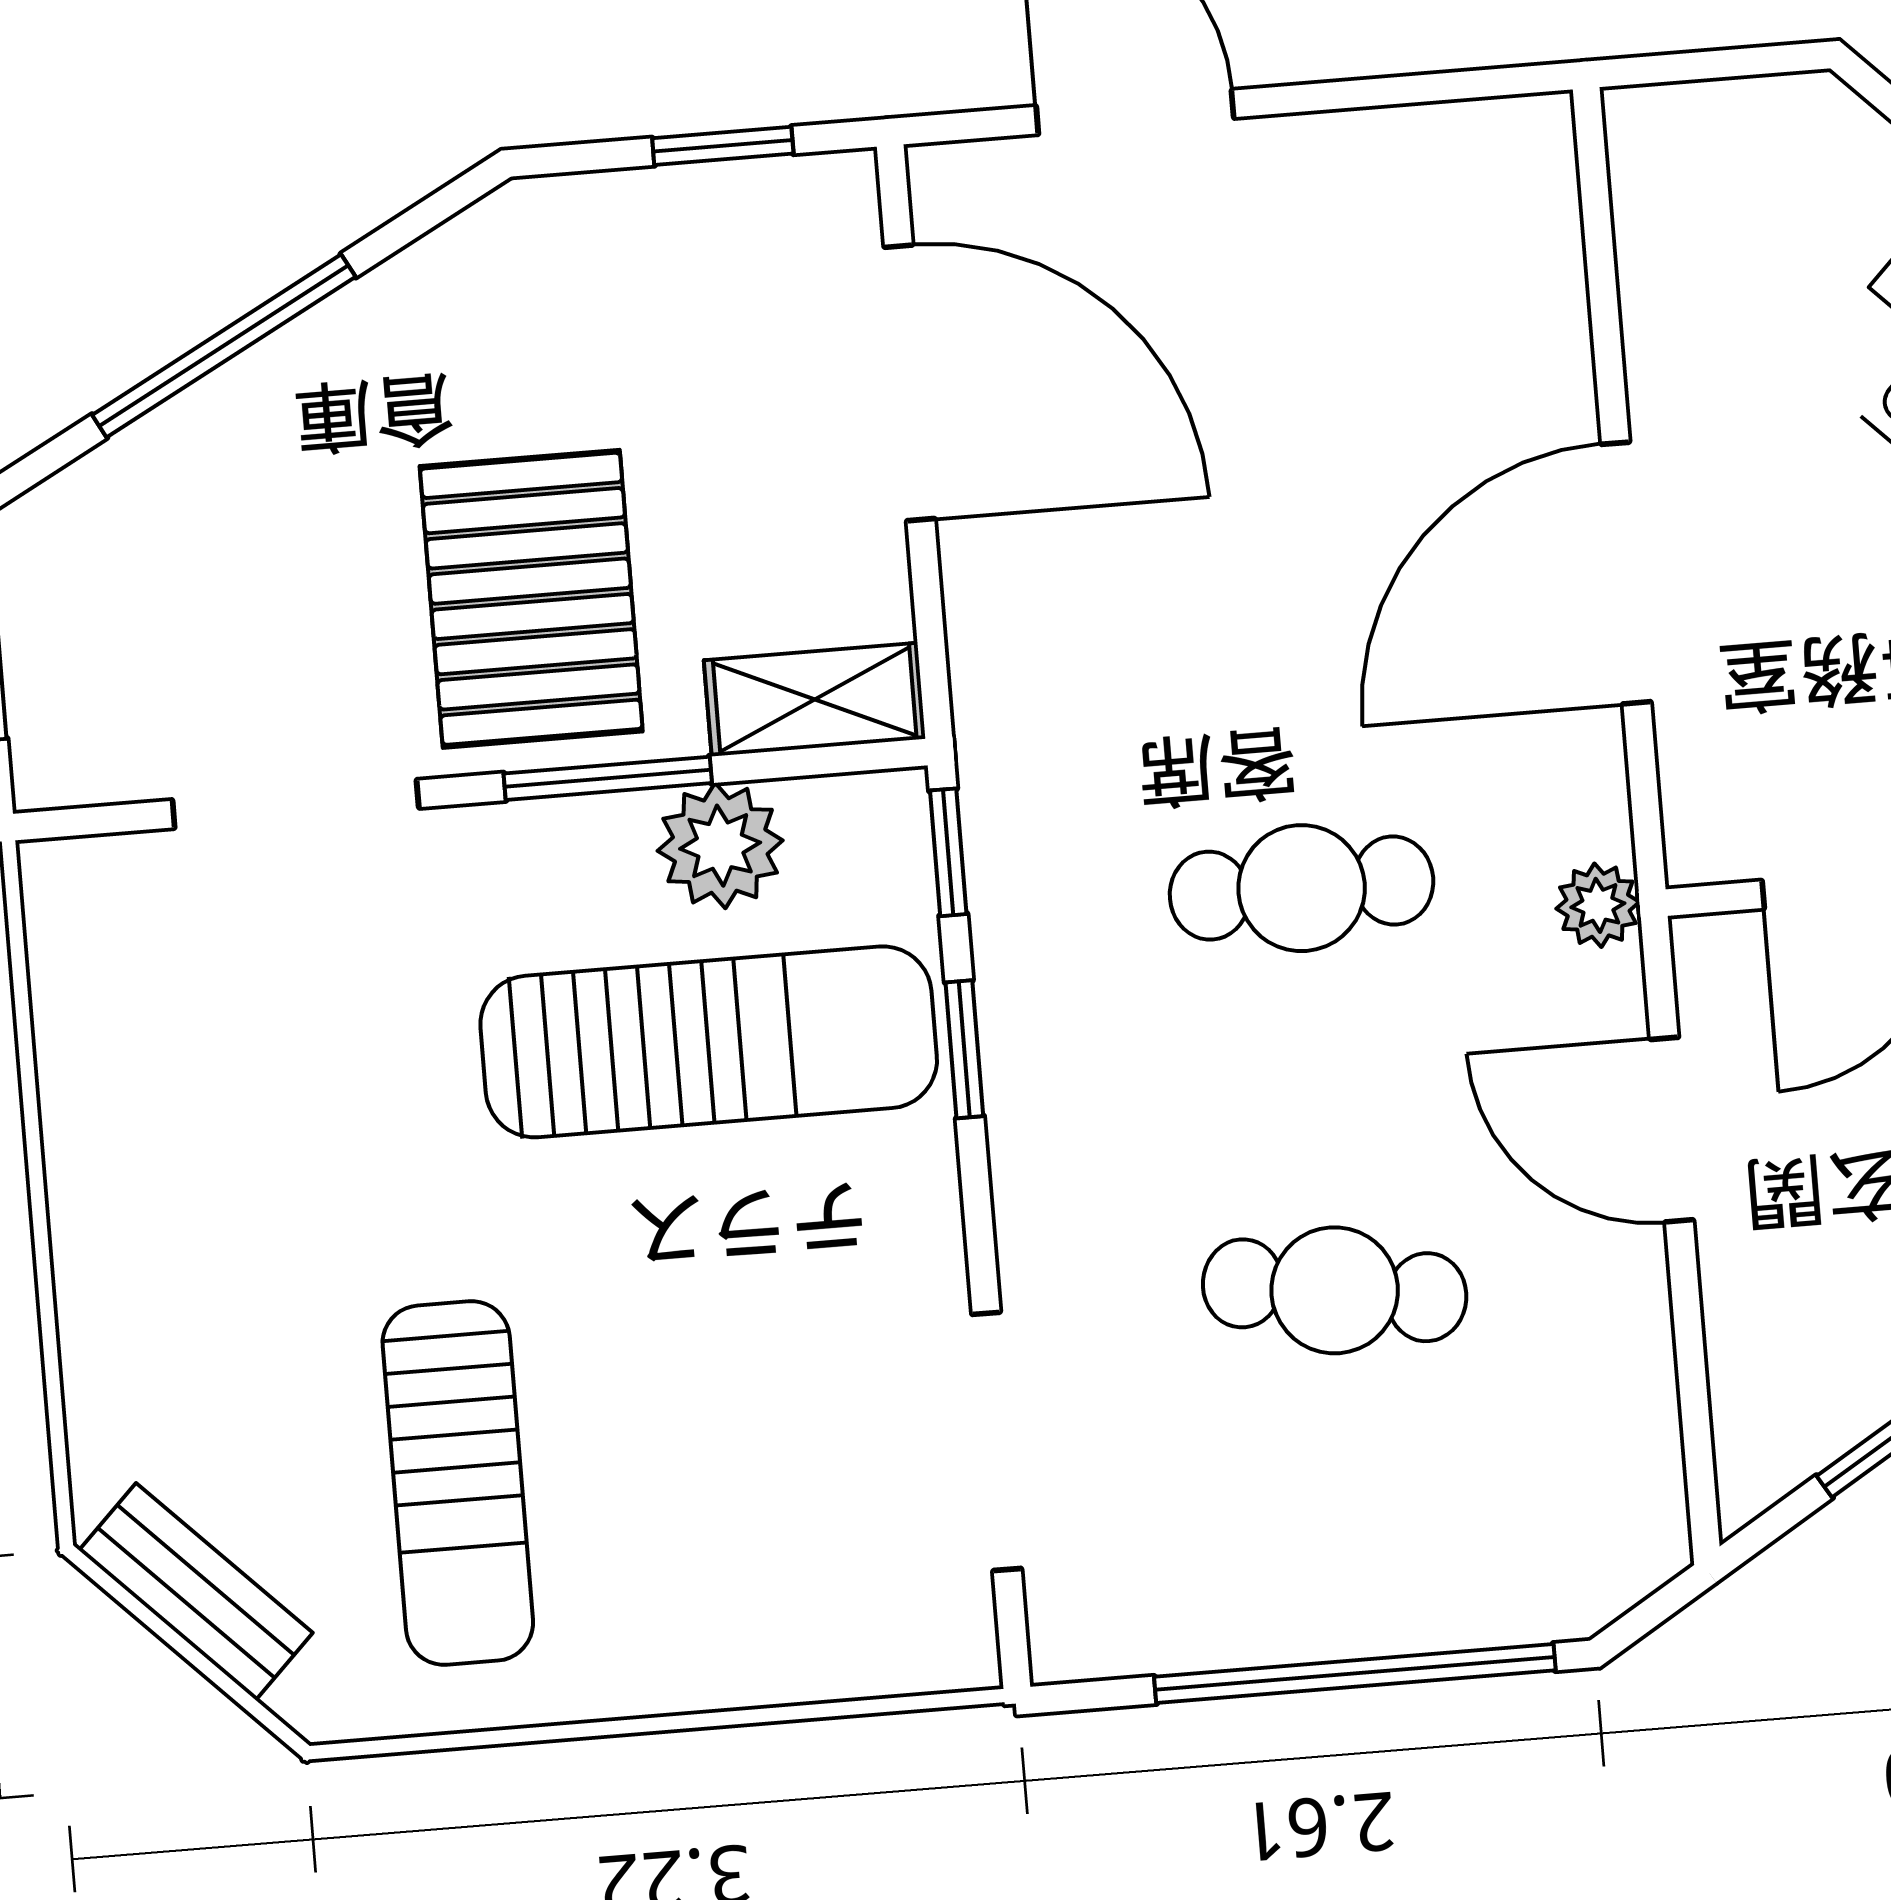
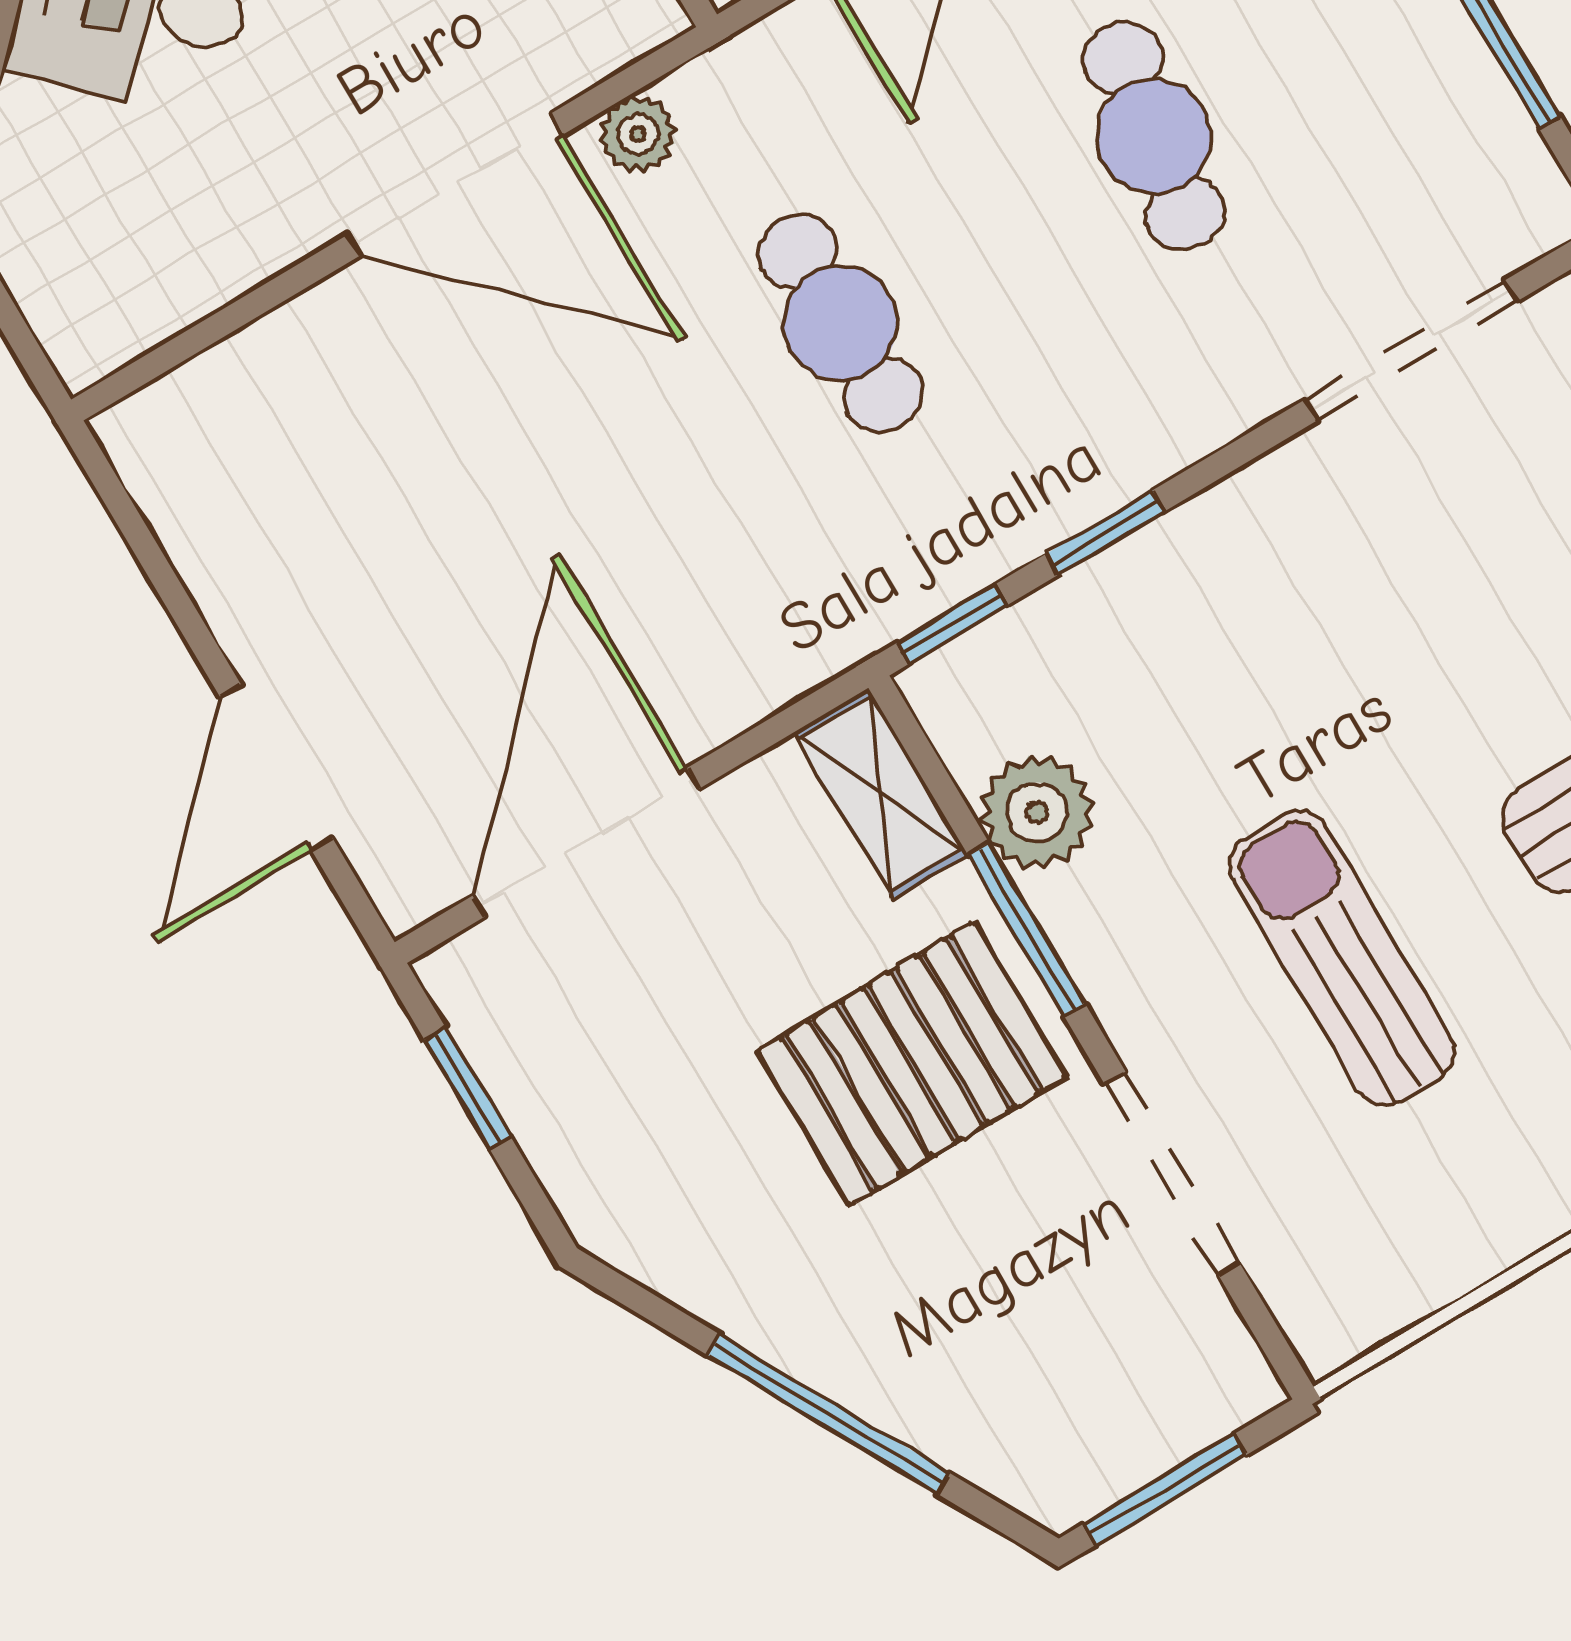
plant: (1598, 905) -> (638, 134), moved
sun lounger: (709, 1042) -> (1342, 958), moved, width x0.73, depth x0.75

